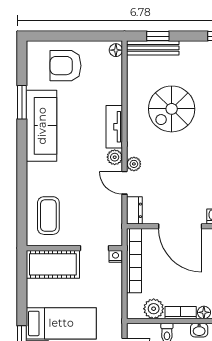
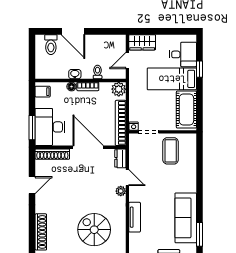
spiral stairs: (172, 109) -> (94, 230), turned -90
plant: (115, 157) -> (134, 196), removed
coffee table: (48, 216) -> (171, 151), moved
cot: (53, 264) -> (186, 110), moved, turned 90
plant: (154, 309) -> (119, 89), moved

